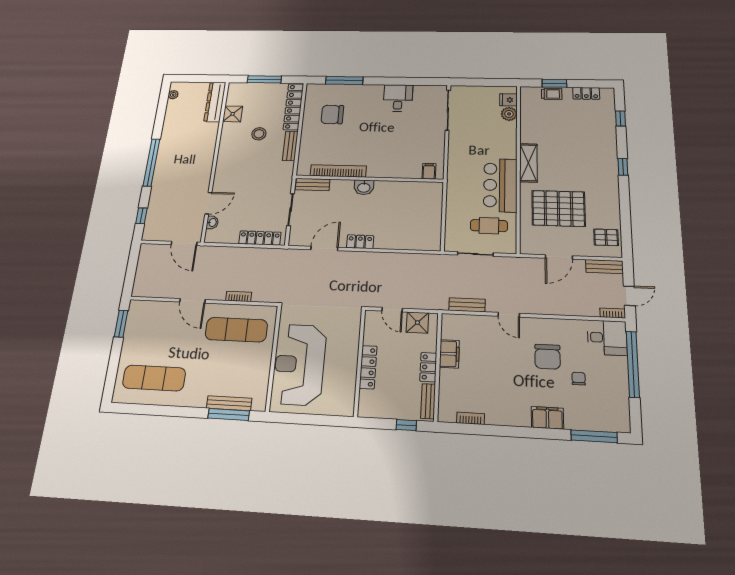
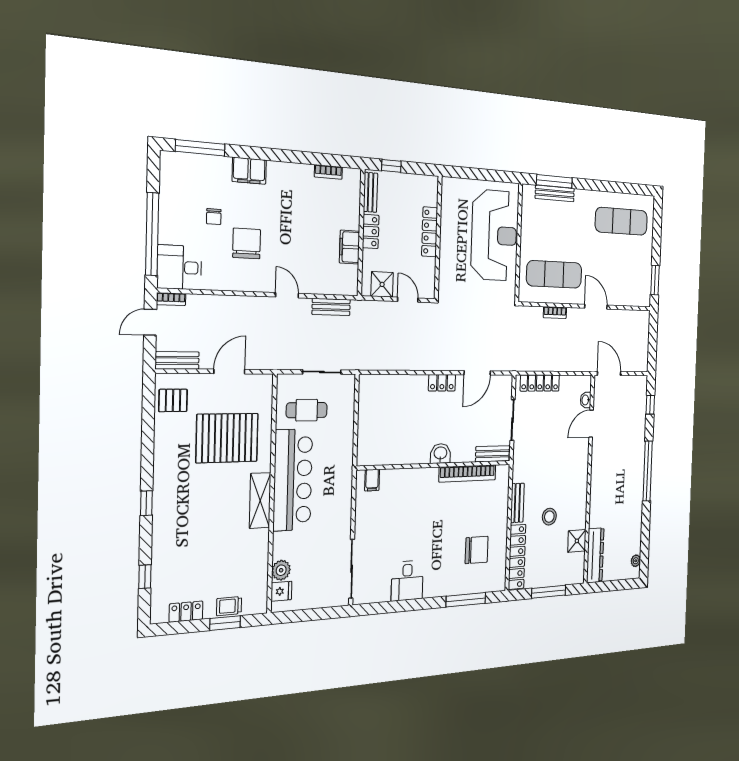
bar counter: (500, 185) -> (293, 480), width x1.36

